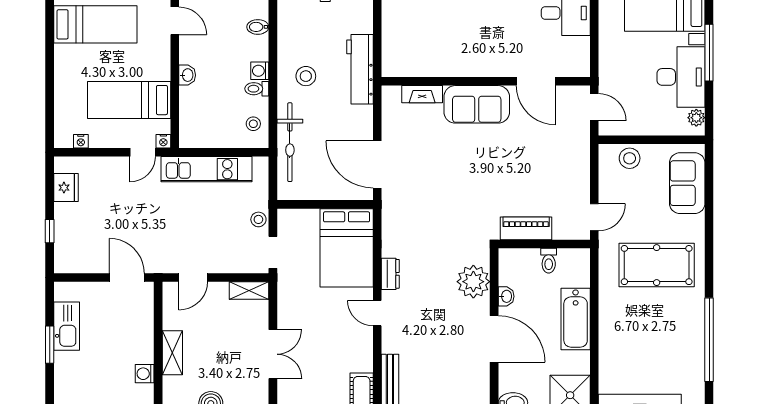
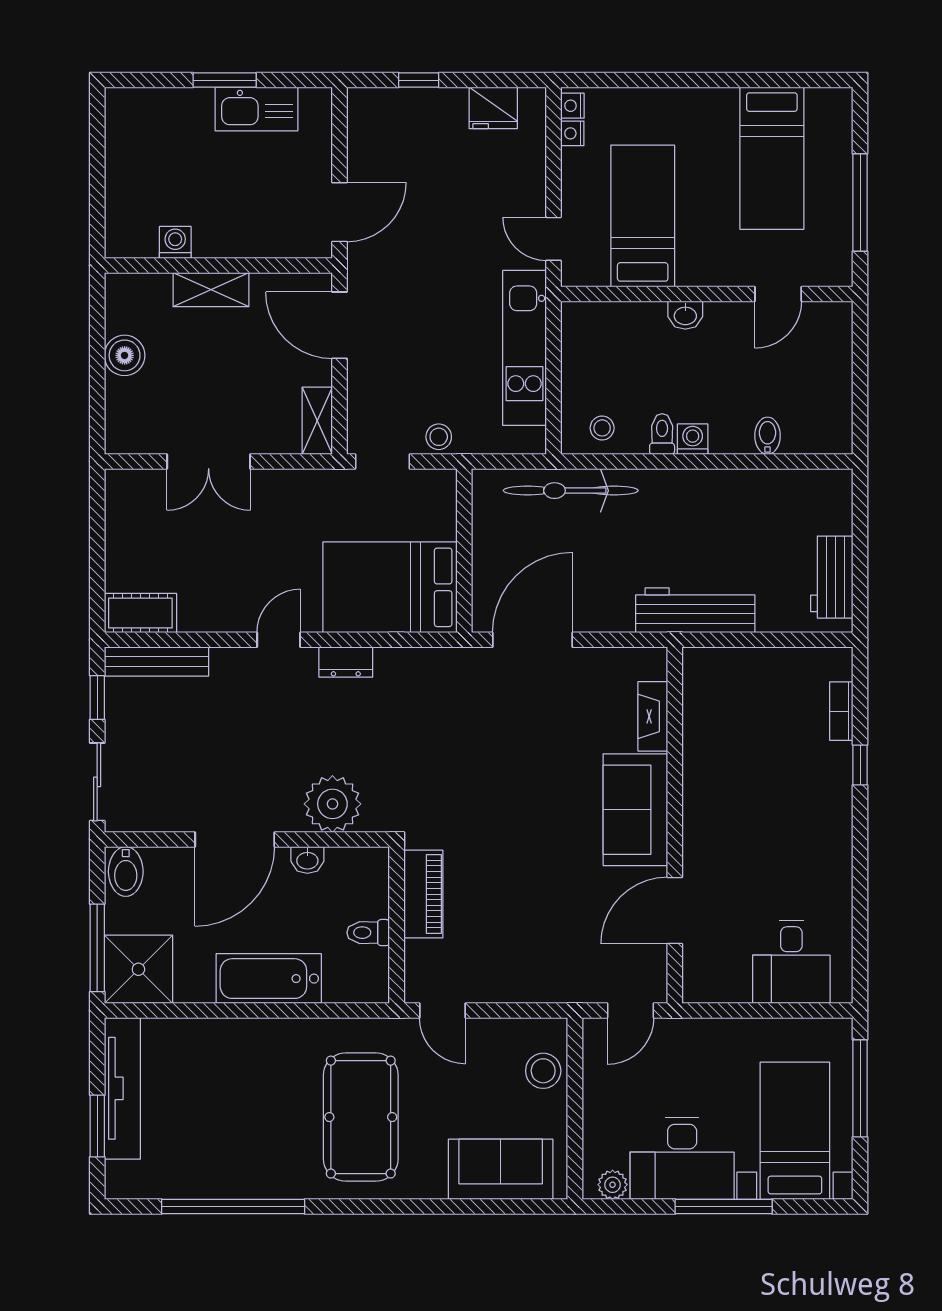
stool: (306, 76) -> (684, 518), removed
nightstand: (163, 141) -> (572, 106), moved
door: (193, 277) -> (340, 325), width x1.38

